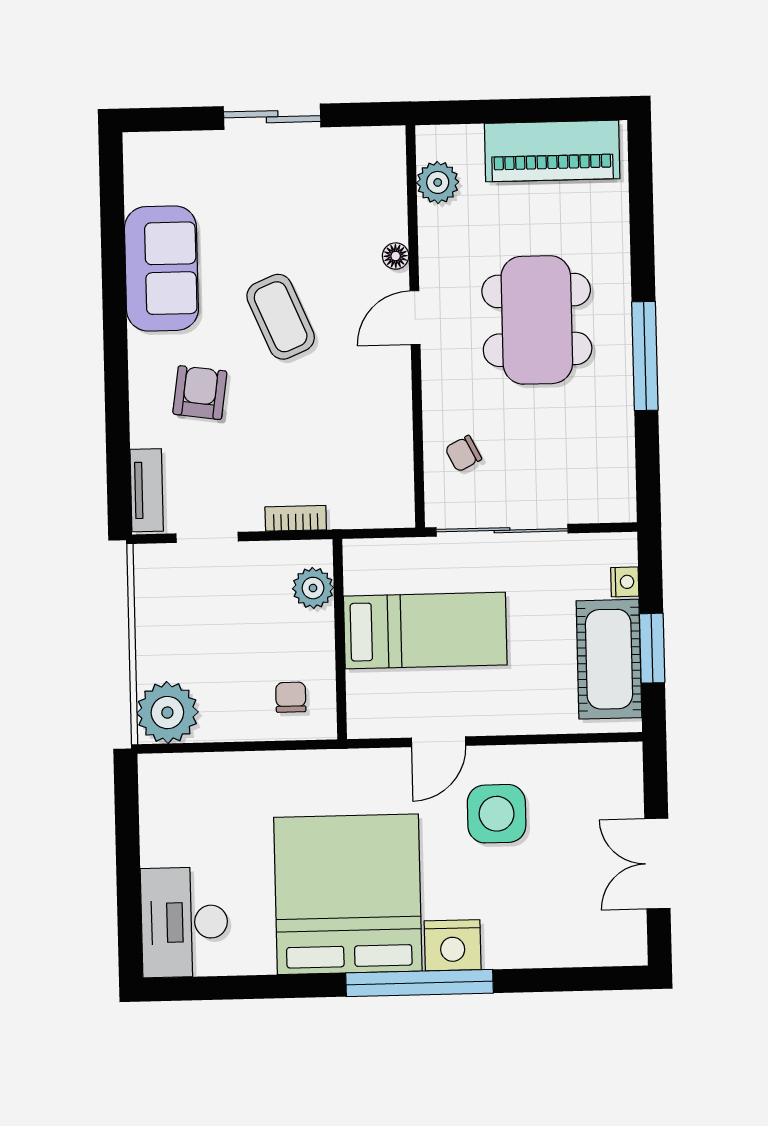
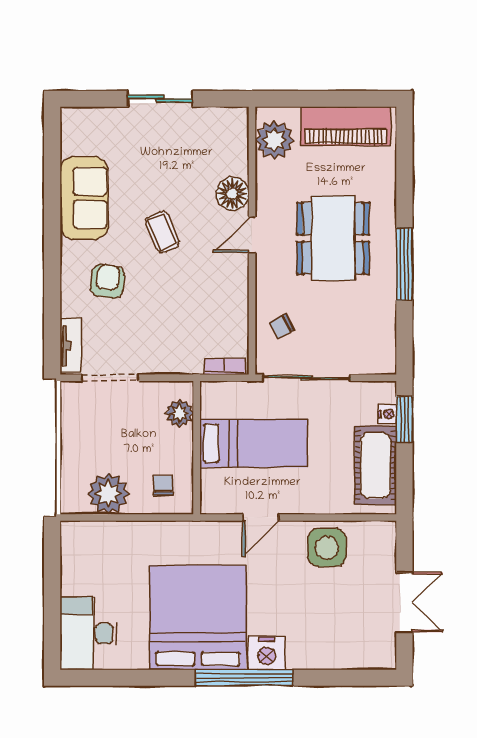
plant: (438, 182) -> (274, 140), width x1.36, depth x1.36
floor lamp: (396, 256) -> (232, 193), width x1.89, depth x1.89
coffee table: (281, 317) -> (163, 232), width x0.73, depth x0.77
bookcase: (296, 518) -> (225, 366), moved
doorway: (207, 537) -> (110, 378), width x1.38
window: (652, 648) -> (404, 419), moved
plant: (167, 713) -> (108, 494), moved
side table: (497, 814) -> (327, 547), moved
double door: (657, 864) -> (404, 602), swing flipped

